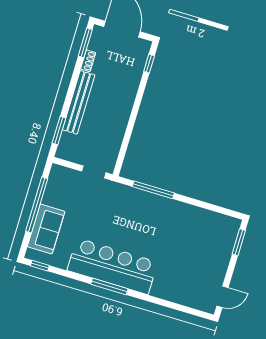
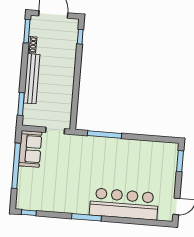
sofa: (46, 229) -> (30, 149), moved
bar counter: (112, 266) -> (124, 204), moved

